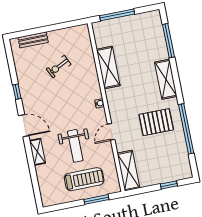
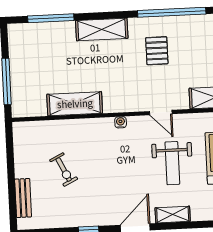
pallet: (156, 122) -> (157, 51), width x0.67, depth x0.71
weight bench: (75, 146) -> (172, 163), turned 90

